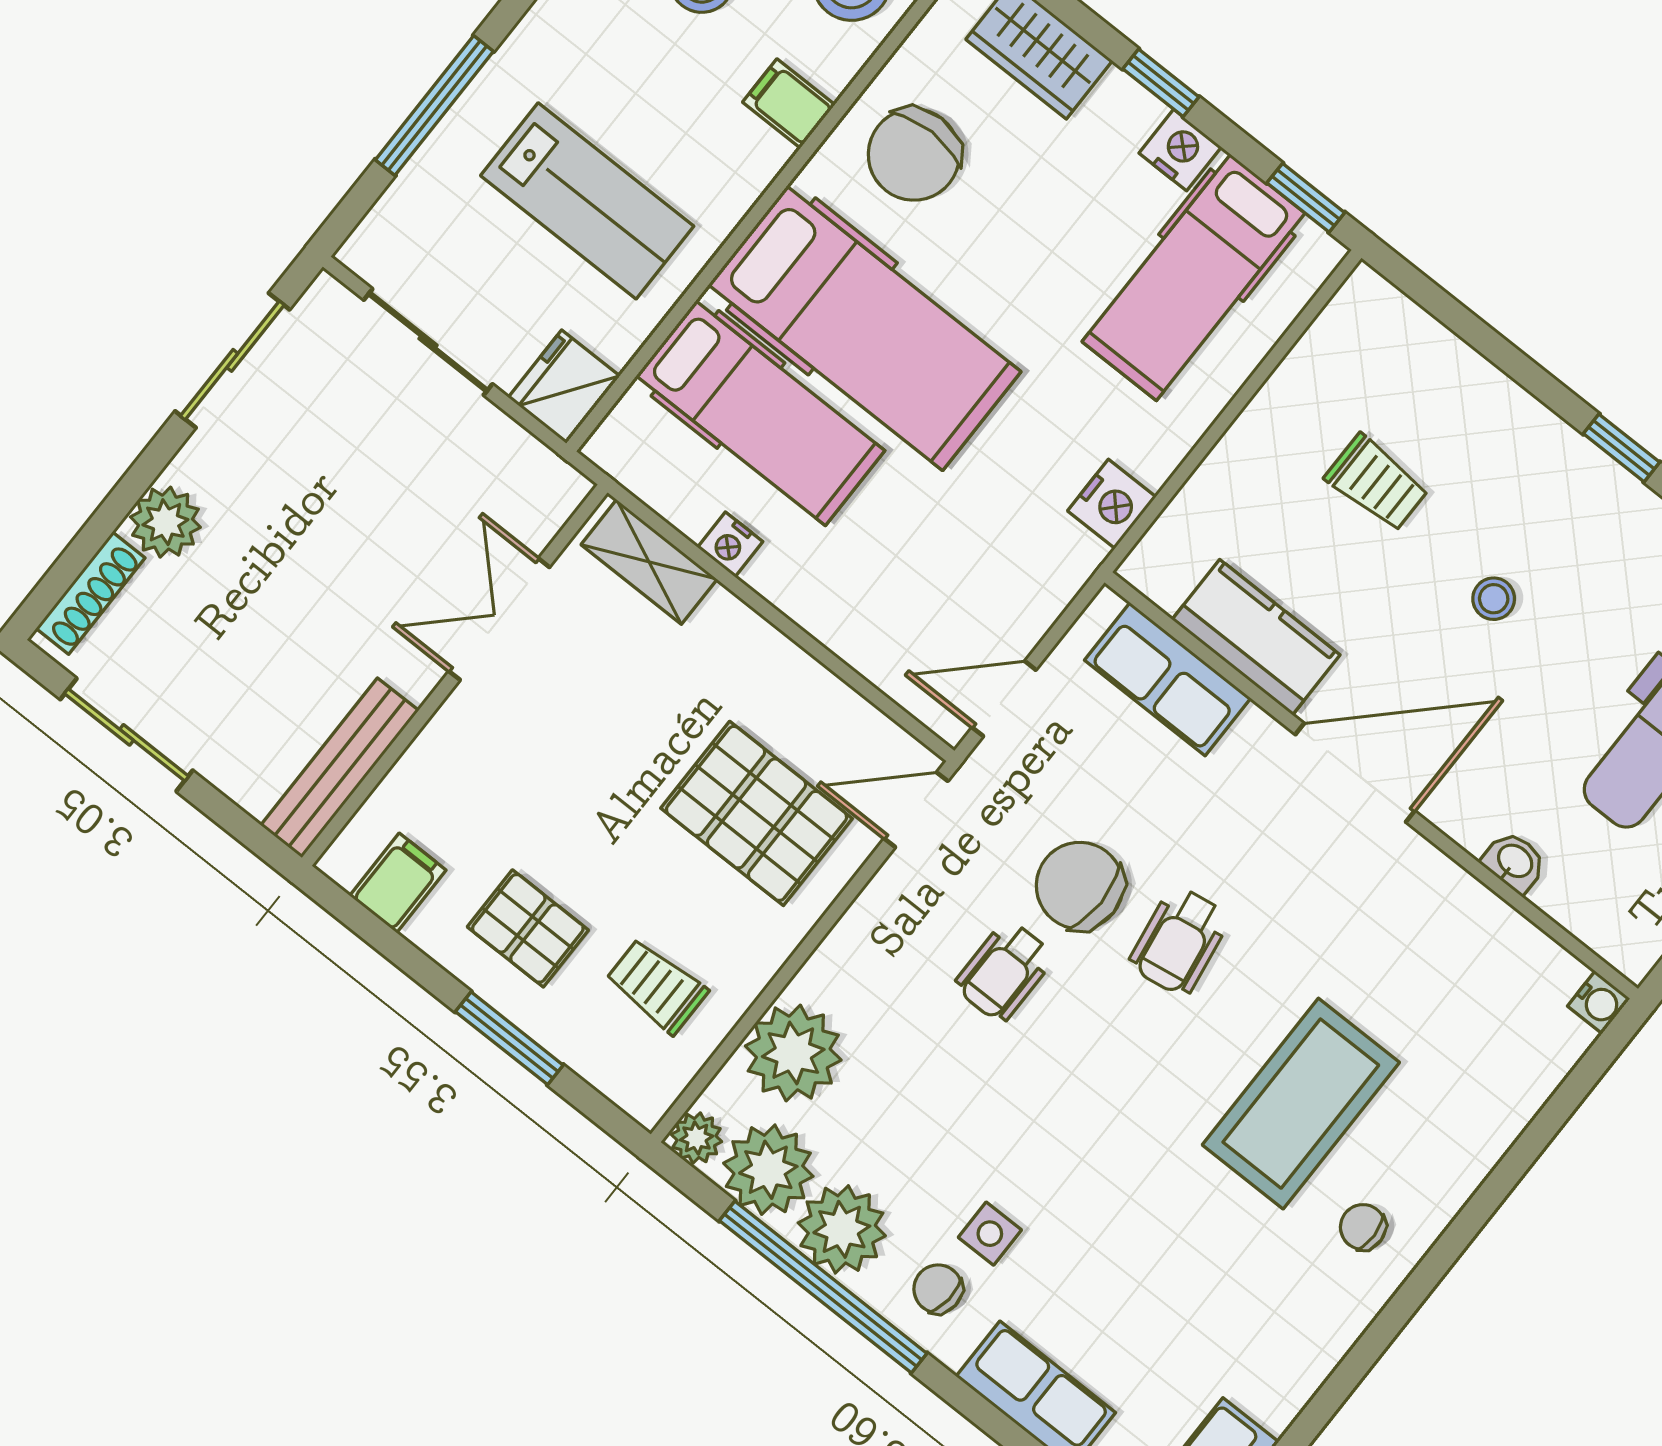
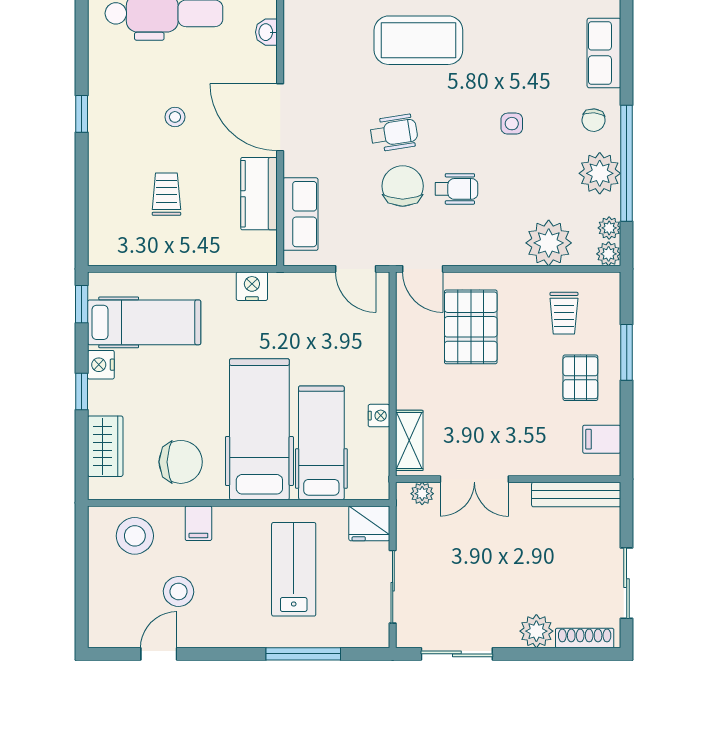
plant: (544, 514) -> (422, 494), added
chair: (1080, 886) -> (403, 186), turned 180
plant: (768, 1170) -> (609, 228), width x0.53, depth x0.53
side table: (990, 1234) -> (512, 124), moved

